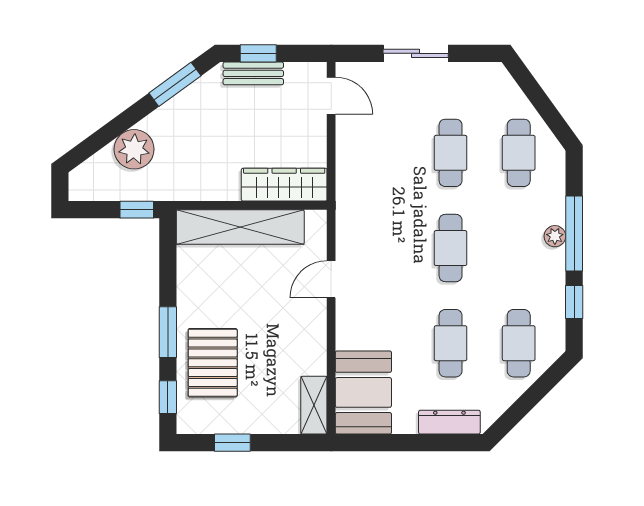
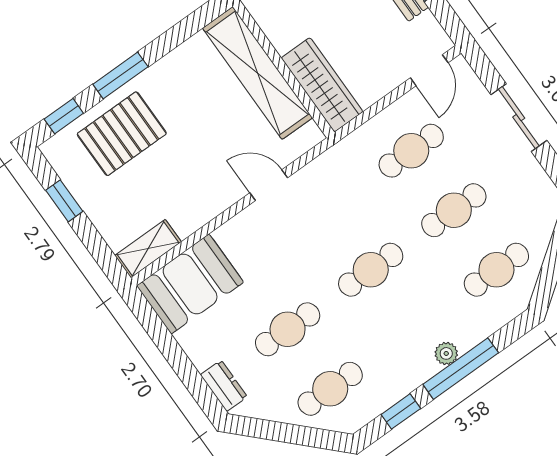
cafe table: (382, 153) -> (411, 151), added
dresser: (449, 422) -> (224, 386), width x0.70

